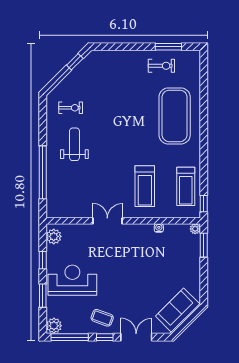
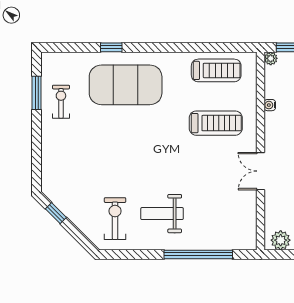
exercise bike: (71, 108) -> (115, 219), width x1.38, depth x1.39
window: (204, 204) -> (111, 47), moved

